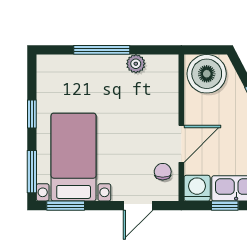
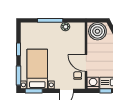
door: (181, 144) -> (86, 63), swing flipped

